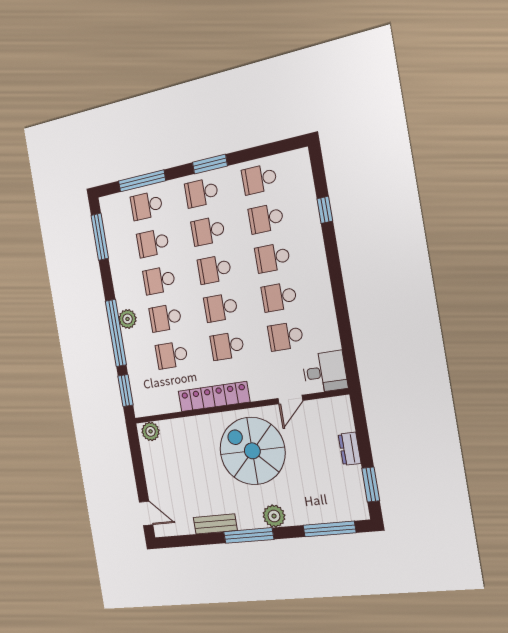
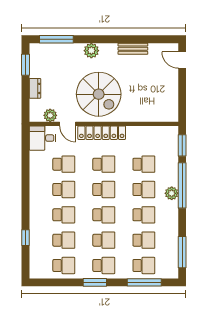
locker: (214, 397) -> (102, 133), moved
door: (290, 399) -> (68, 124), swing flipped
plant: (151, 431) -> (50, 115), moved
window: (249, 536) -> (111, 39), removed

